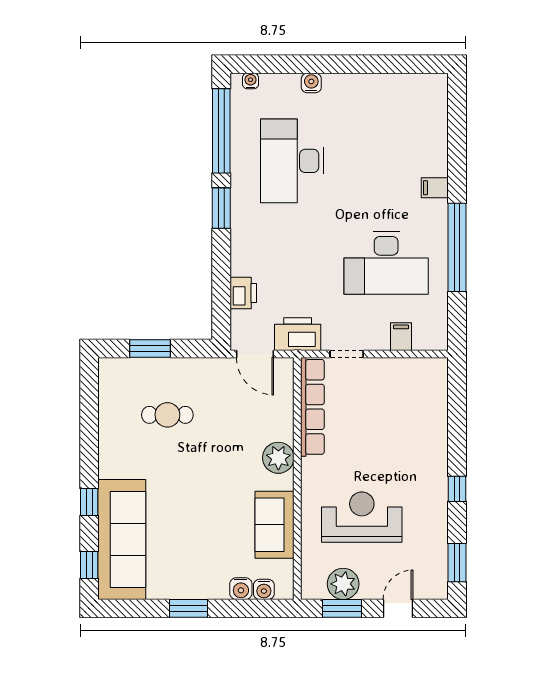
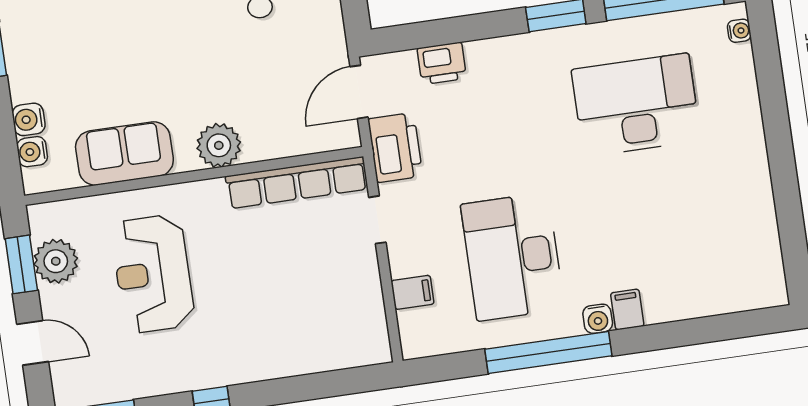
water cooler: (311, 83) -> (598, 319), moved, turned 90
reception desk: (362, 517) -> (153, 274), turned 180

